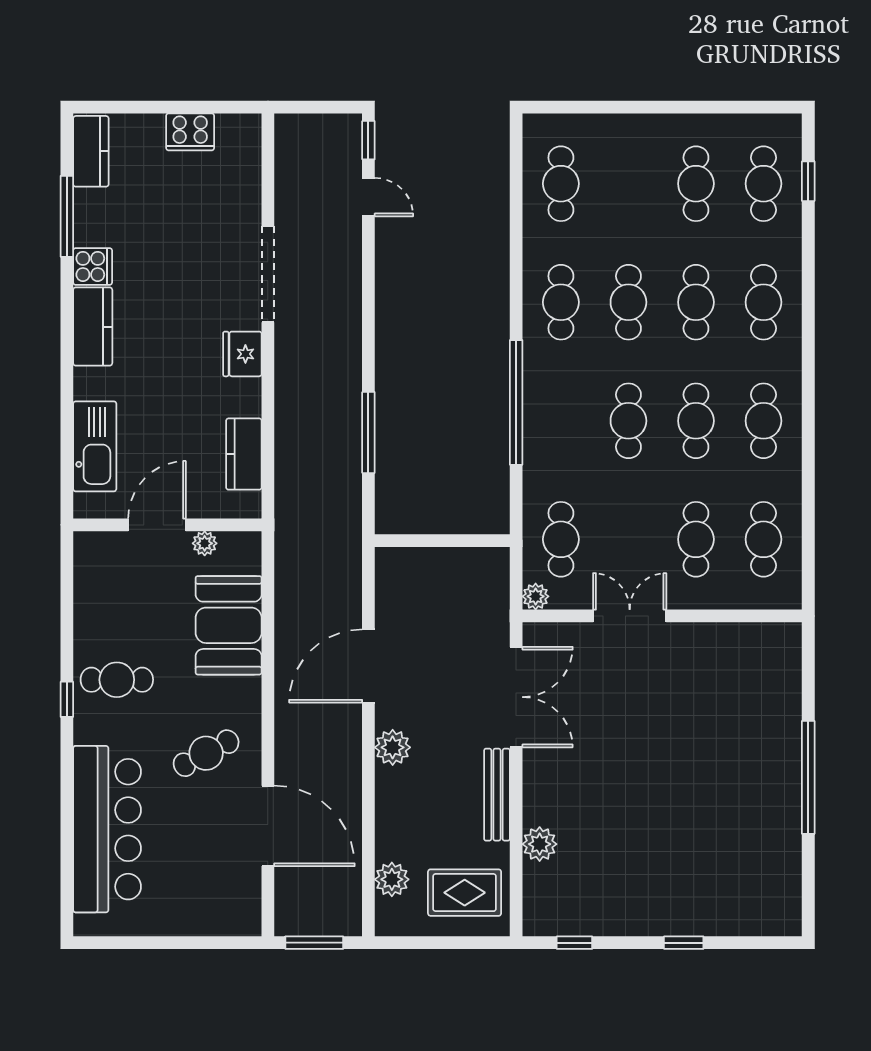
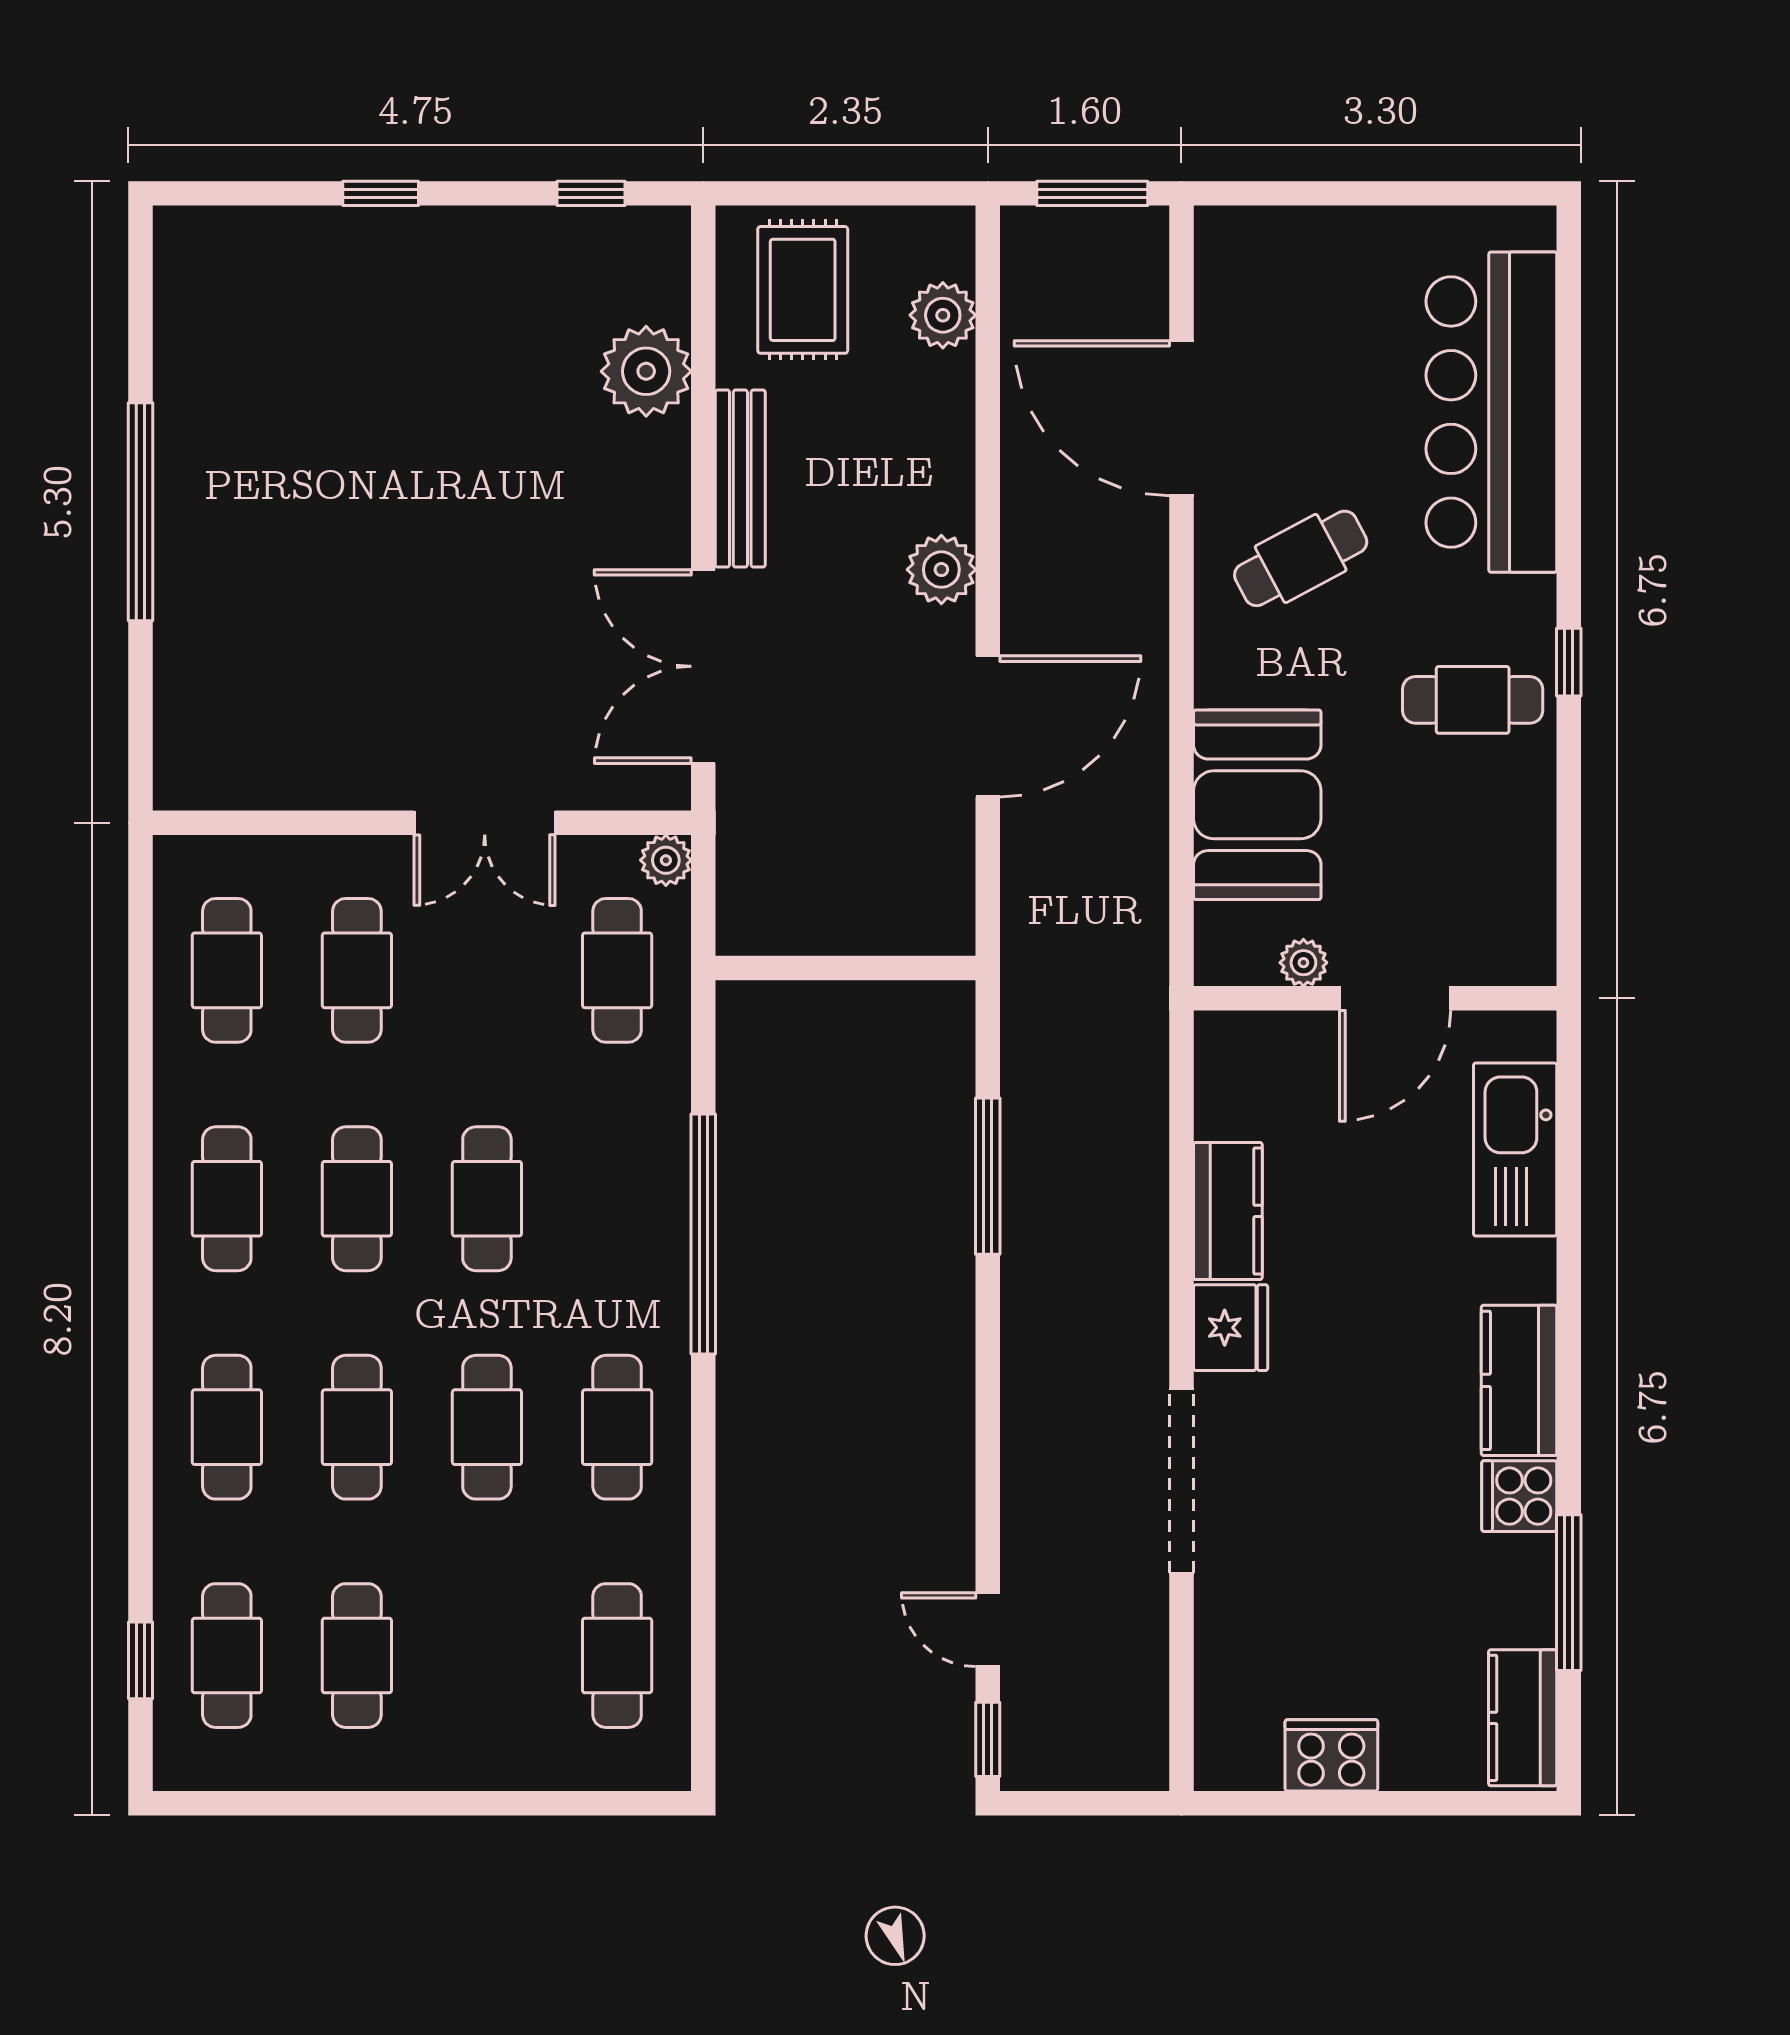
kitchen counter: (244, 454) -> (1228, 1211), moved
plant: (540, 844) -> (646, 371), width x1.36, depth x1.36
rug: (465, 893) -> (803, 290), turned 90

